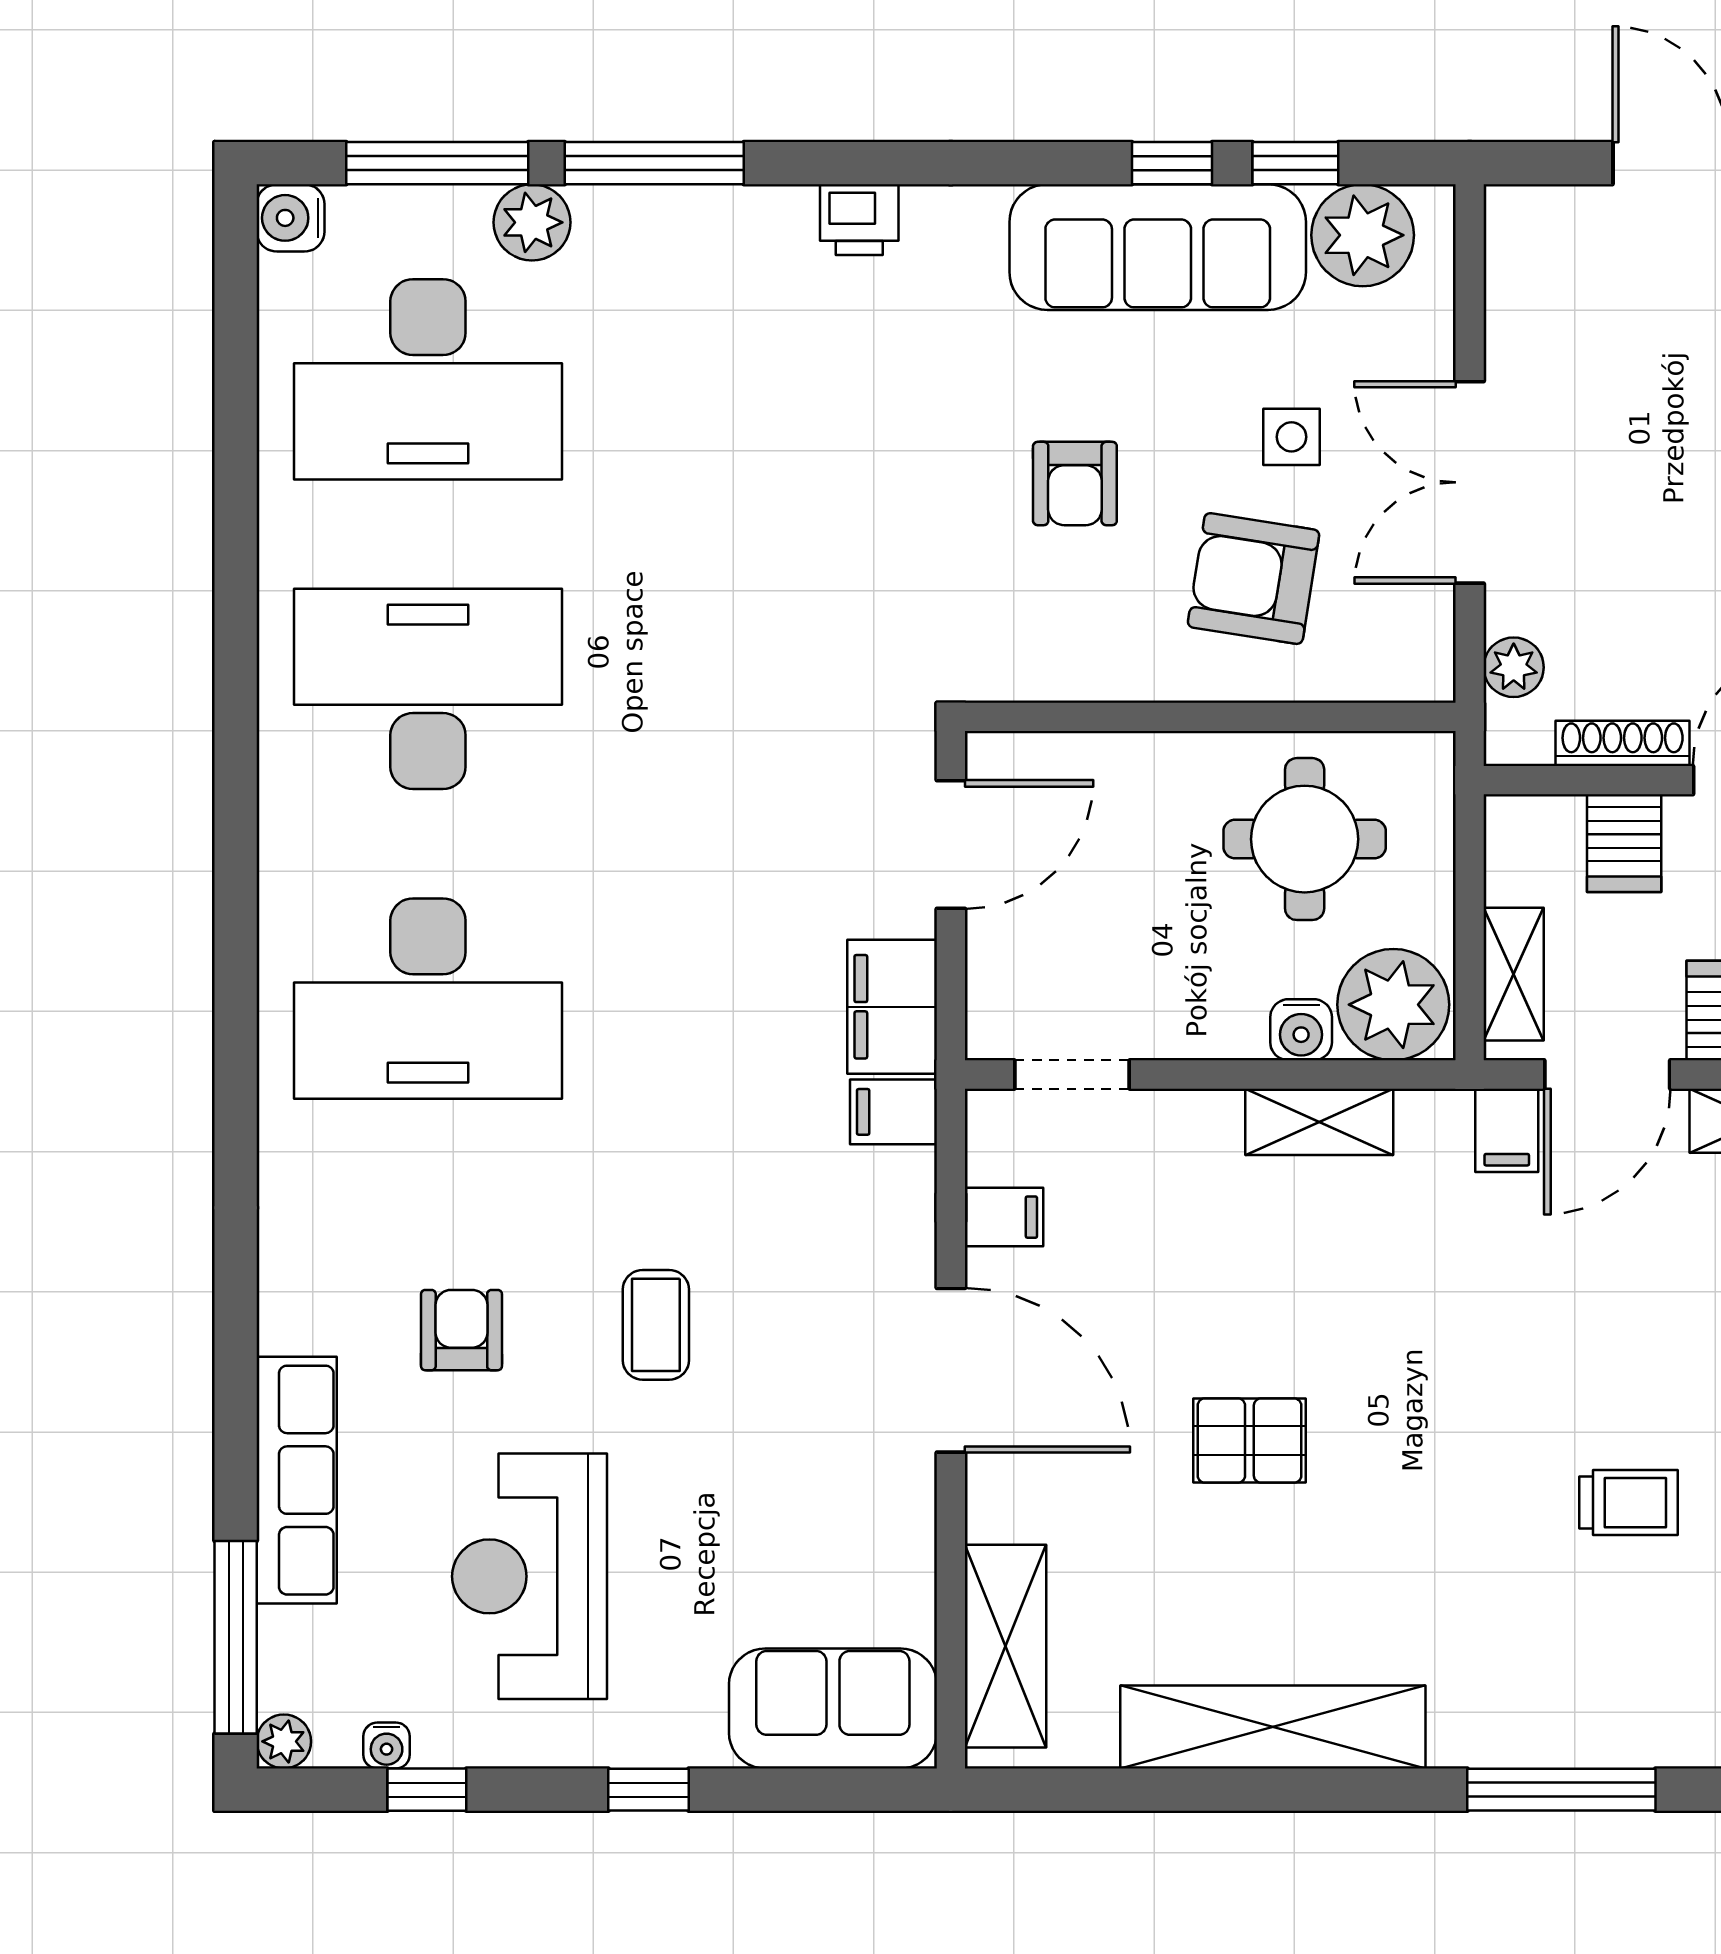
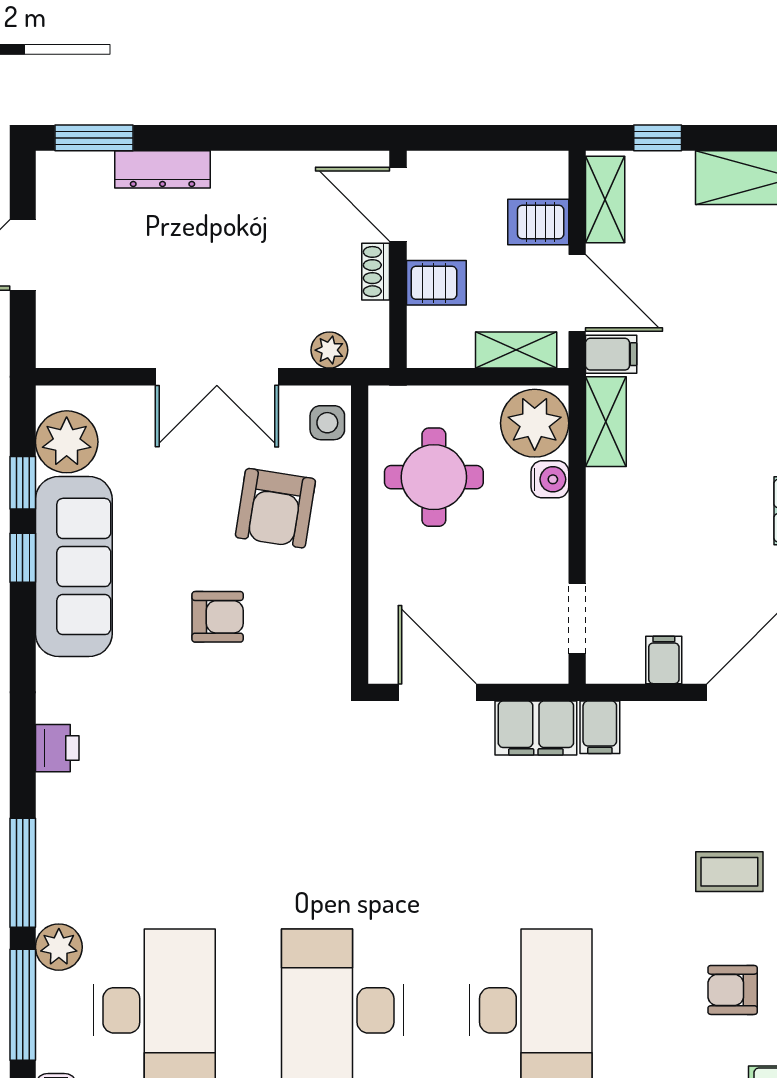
side table: (1291, 437) -> (327, 423), moved
shoe rack: (1623, 743) -> (376, 272), width x0.70
shelving: (1319, 1122) -> (606, 422), moved

